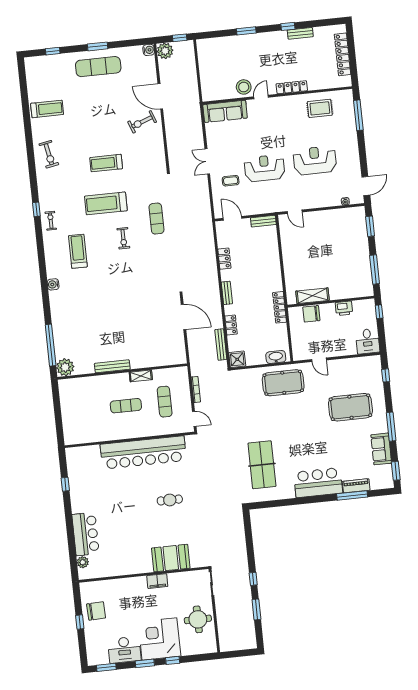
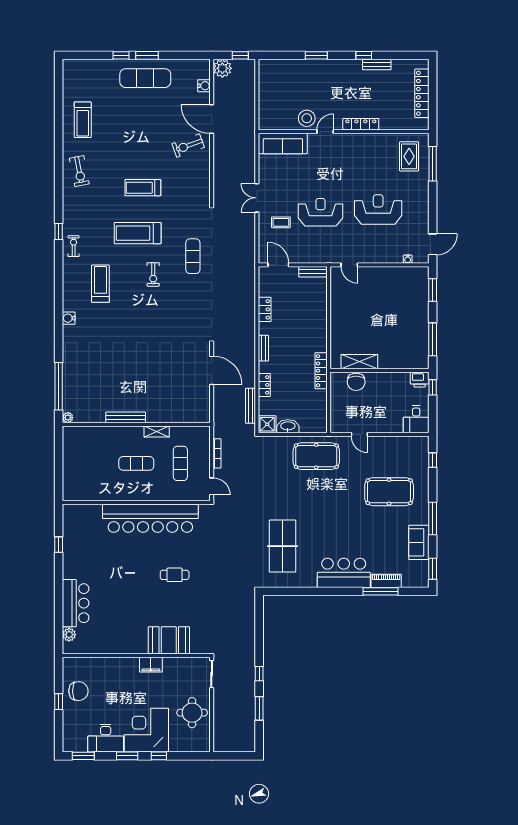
water cooler: (149, 50) -> (204, 86), moved
window: (53, 51) -> (121, 55), moved
rug: (320, 108) -> (409, 156), moved, turned 90
treadmill: (47, 109) -> (83, 120), turned 90
printer: (344, 308) -> (420, 380), moved
chair: (311, 314) -> (356, 382), turned -90
washbasin: (276, 357) -> (288, 426), moved
plant: (65, 367) -> (68, 418), width x0.53, depth x0.53

